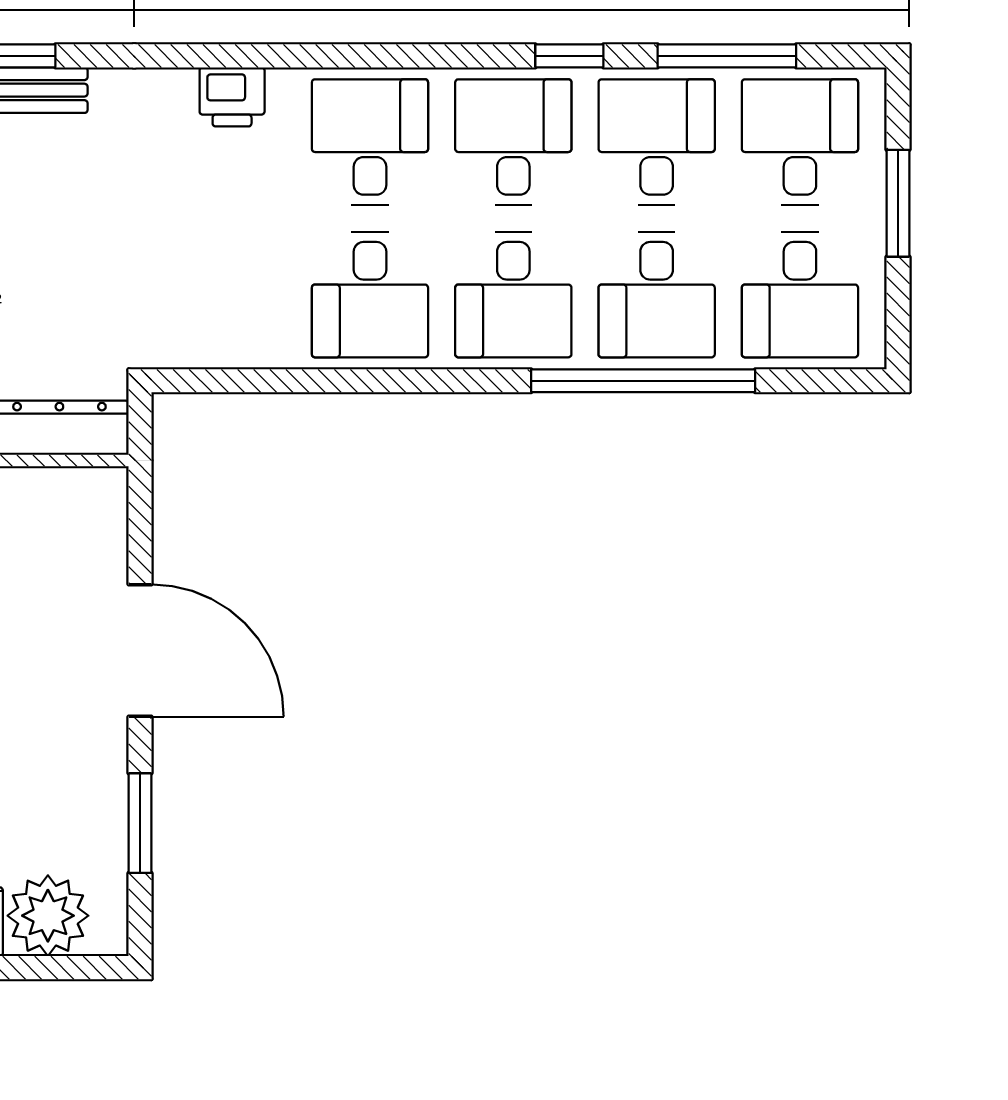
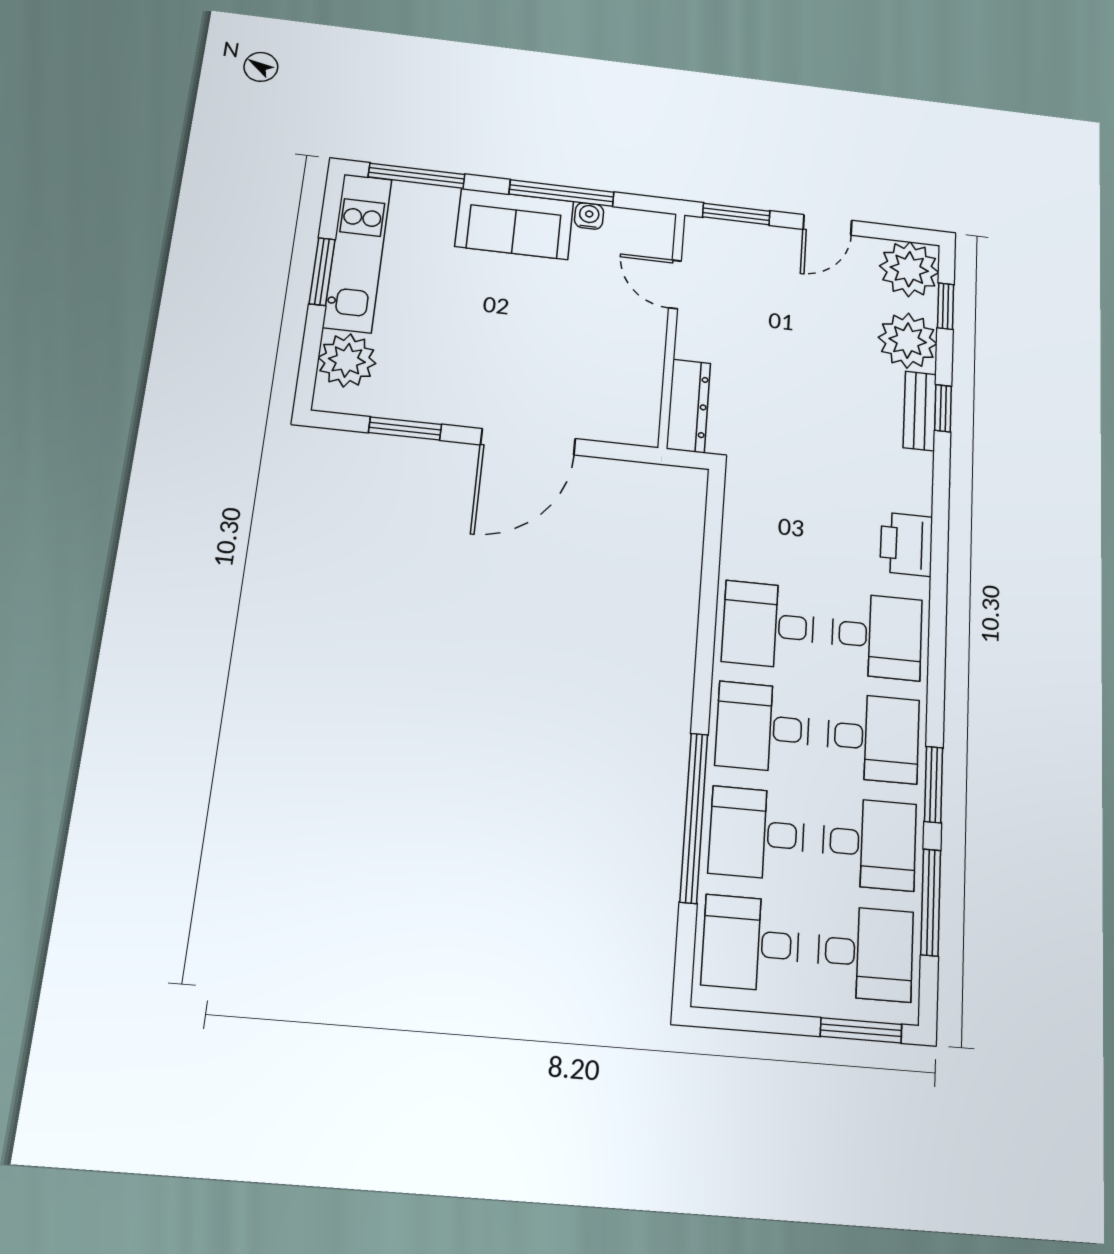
window: (569, 56) -> (934, 785), width x1.50
printer: (232, 97) -> (906, 544), width x1.36, depth x1.24
window: (898, 203) -> (861, 1030), moved

